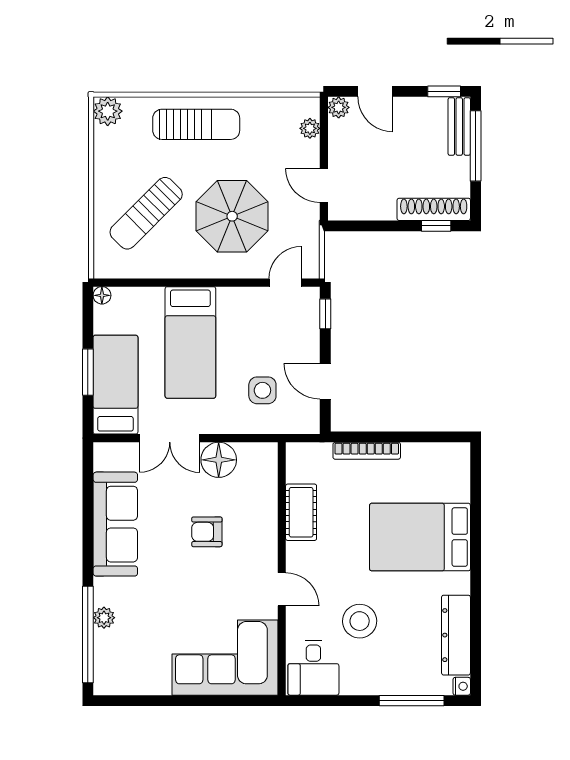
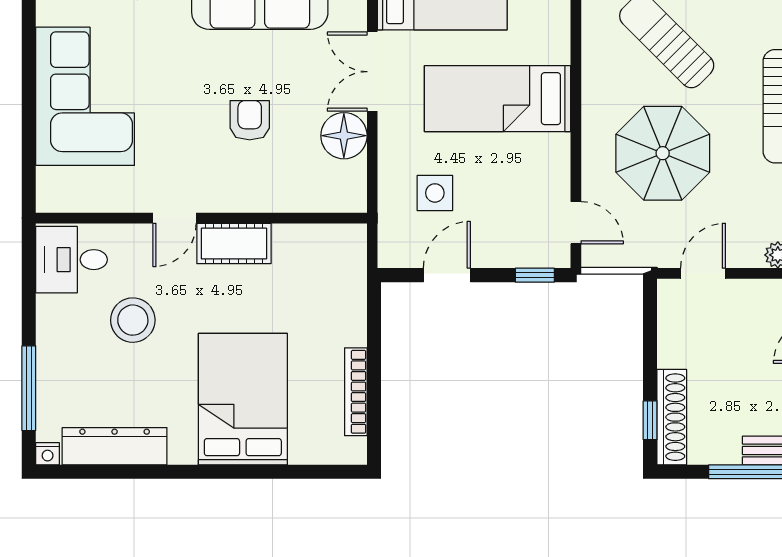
bookcase: (367, 451) -> (356, 392), moved
cot: (301, 512) -> (234, 244), moved
corner sofa: (225, 658) -> (85, 96), moved

